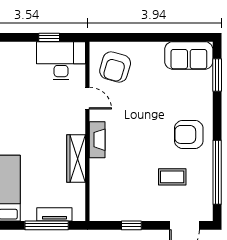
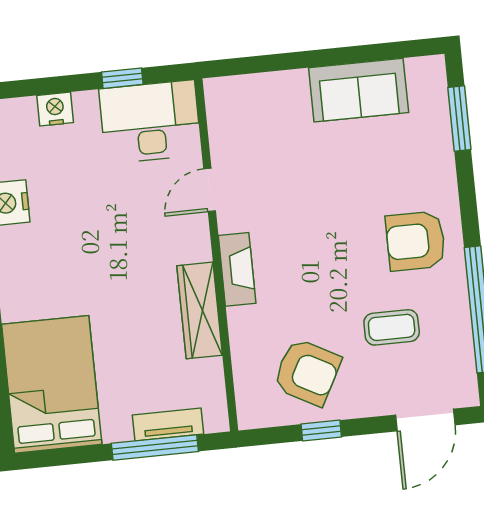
nightstand: (14, 49) -> (55, 109), added
sofa: (189, 55) -> (359, 90), moved
armchair: (115, 67) -> (307, 372), moved, turned -78
door: (87, 98) -> (210, 190), swing flipped

